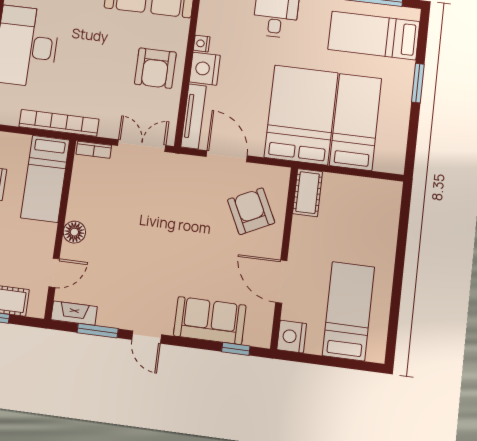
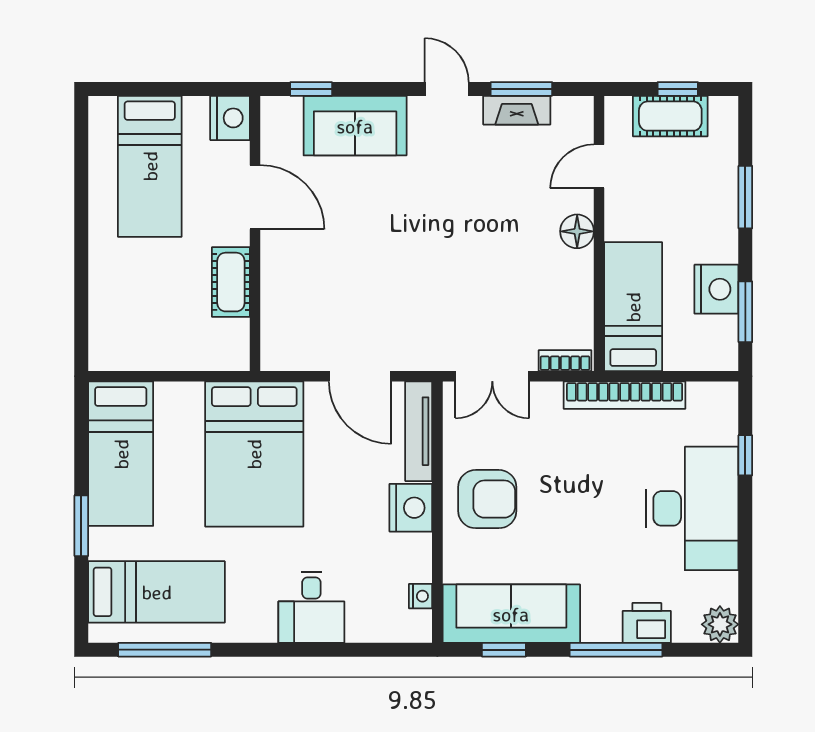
nightstand: (202, 44) -> (421, 596), moved
armchair: (155, 68) -> (487, 499), turned 90
bed: (356, 122) -> (121, 454), moved
cot: (308, 193) -> (231, 282), moved
armchair: (251, 211) -> (313, 297), removed
fireplace: (74, 313) -> (517, 110), moved

